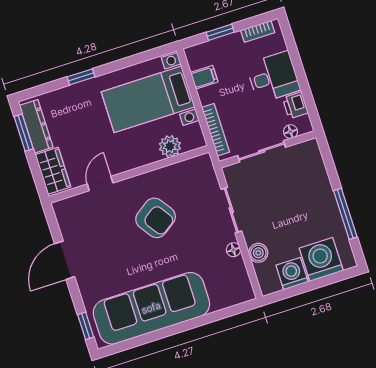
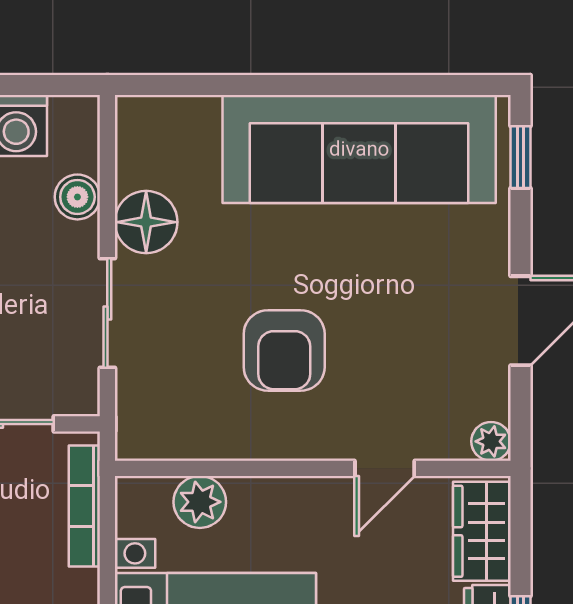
plant: (61, 208) -> (491, 441), added
armchair: (156, 218) -> (284, 350), turned -145
floor lamp: (233, 250) -> (146, 222), width x1.89, depth x1.89

